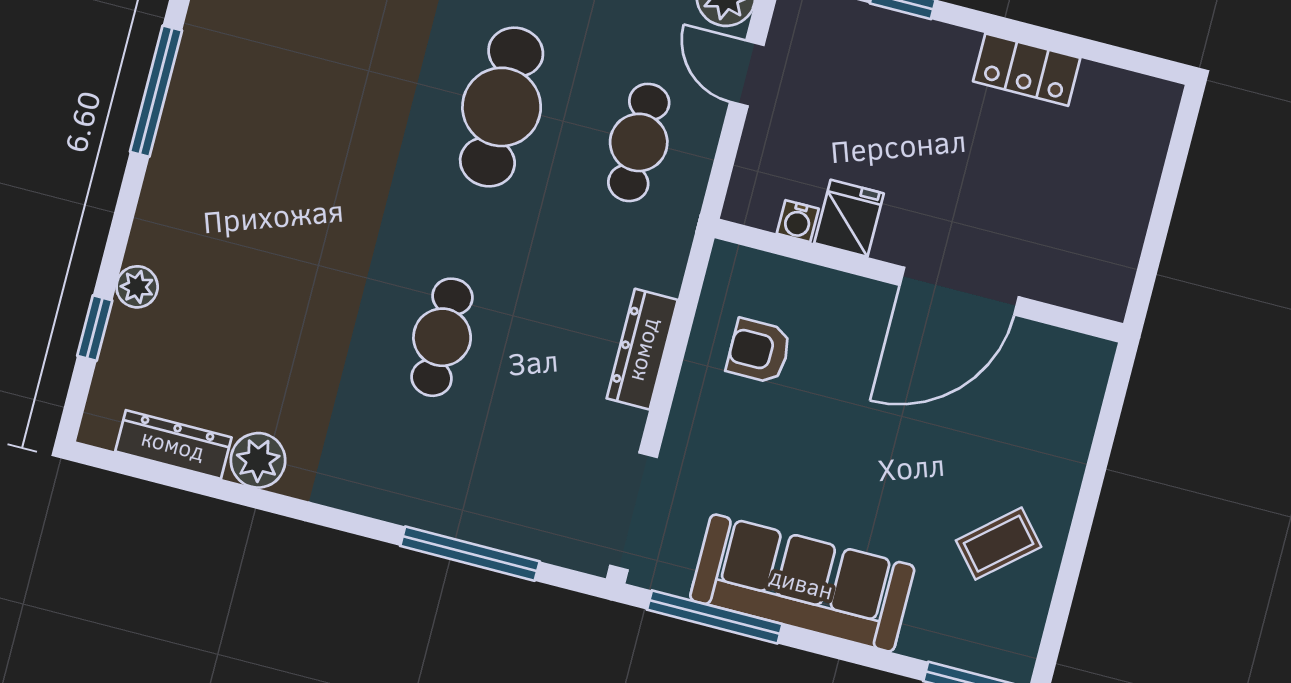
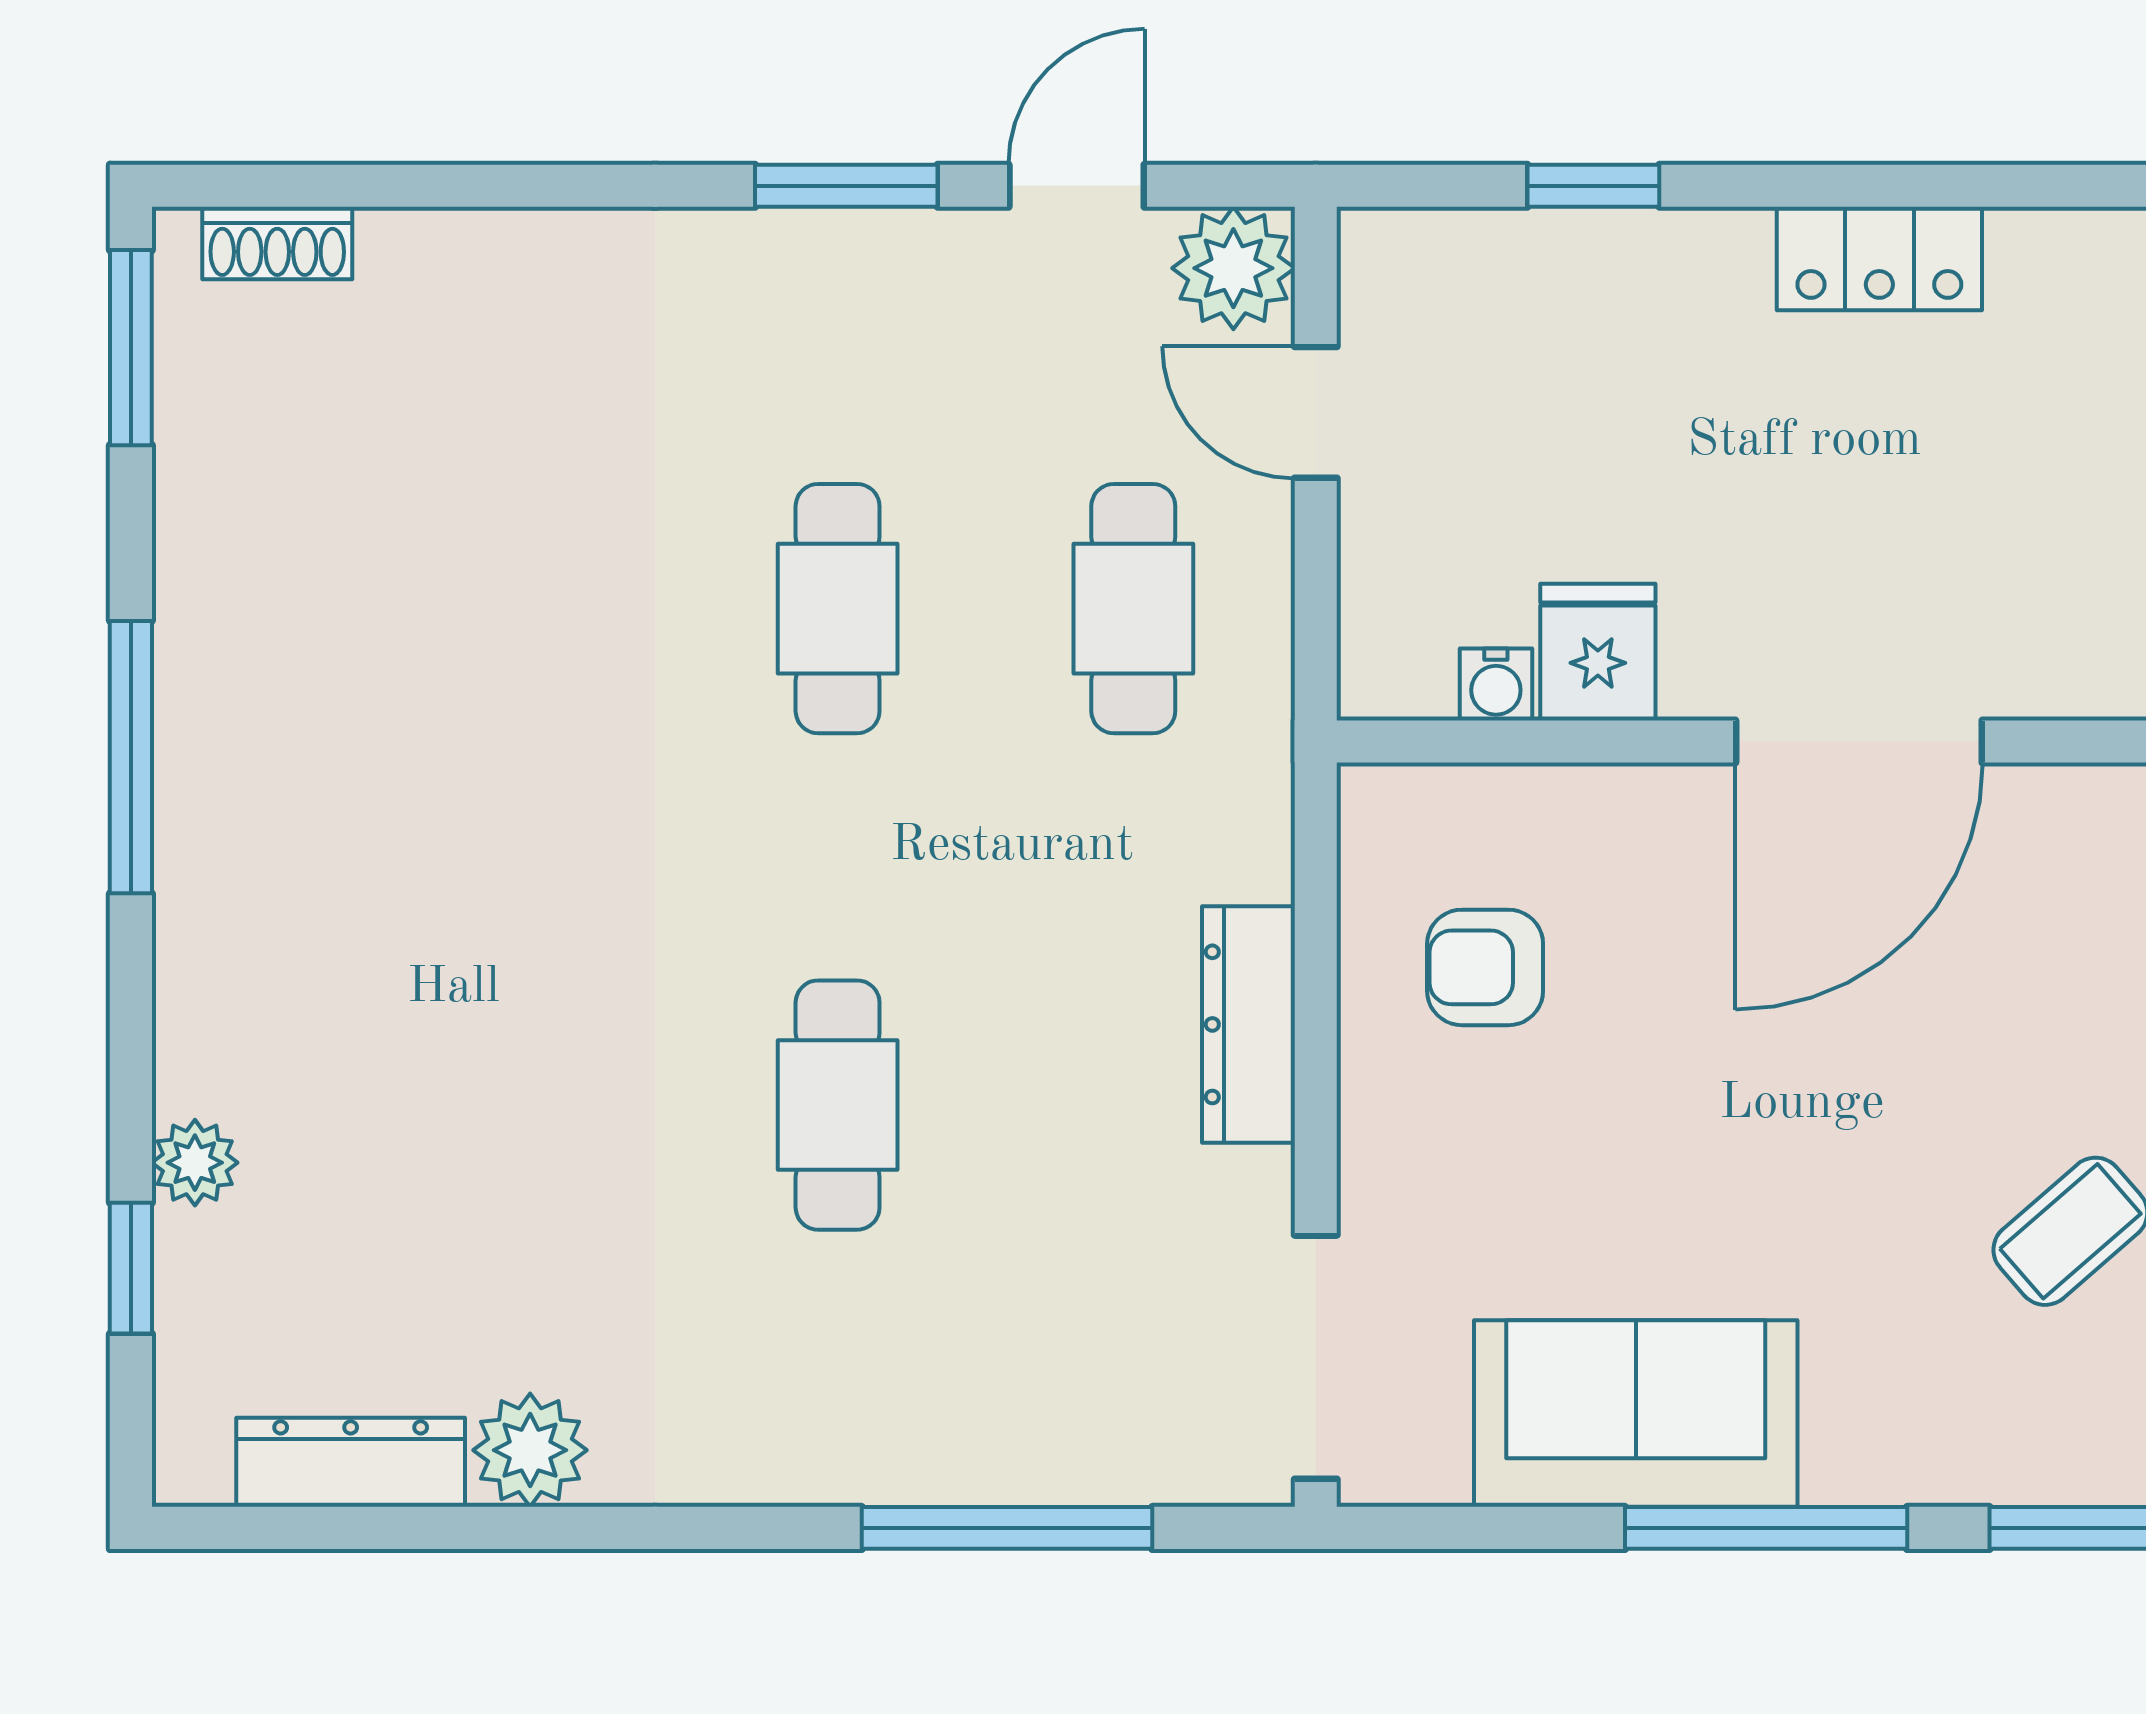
cafe table: (502, 107) -> (838, 609), width x0.73, depth x0.74
sofa: (802, 583) -> (1636, 1413), width x0.73
window: (715, 617) -> (1766, 1528), moved

